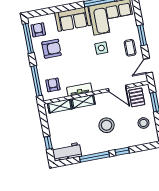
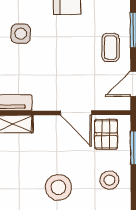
side table: (101, 48) -> (21, 34), moved
stool: (107, 125) -> (58, 187), moved

